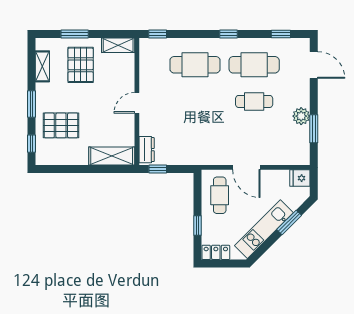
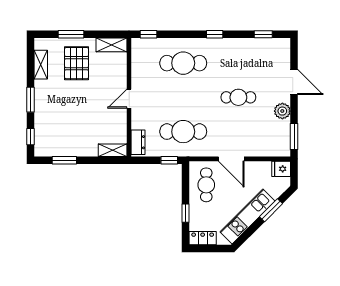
cafe table: (254, 65) -> (183, 132), moved
door: (314, 65) -> (294, 82), moved
pallet: (61, 125) -> (58, 120), removed
window: (314, 129) -> (294, 137), moved
shelving: (112, 156) -> (113, 150), width x0.67, depth x0.75
window: (68, 169) -> (64, 160), added
window: (158, 169) -> (169, 160), moved

